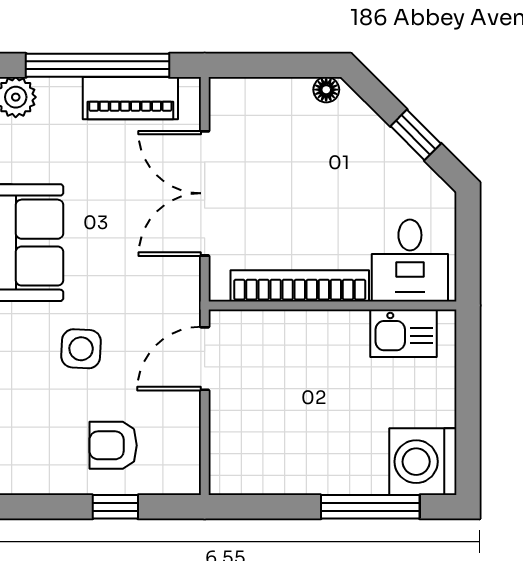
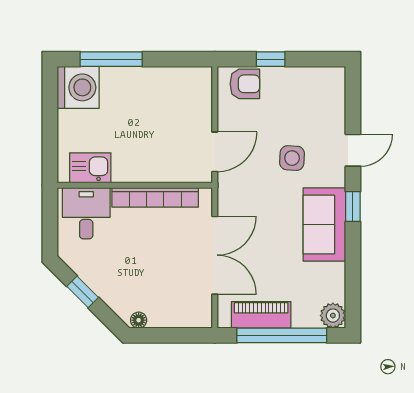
armchair: (113, 445) -> (245, 84), moved

